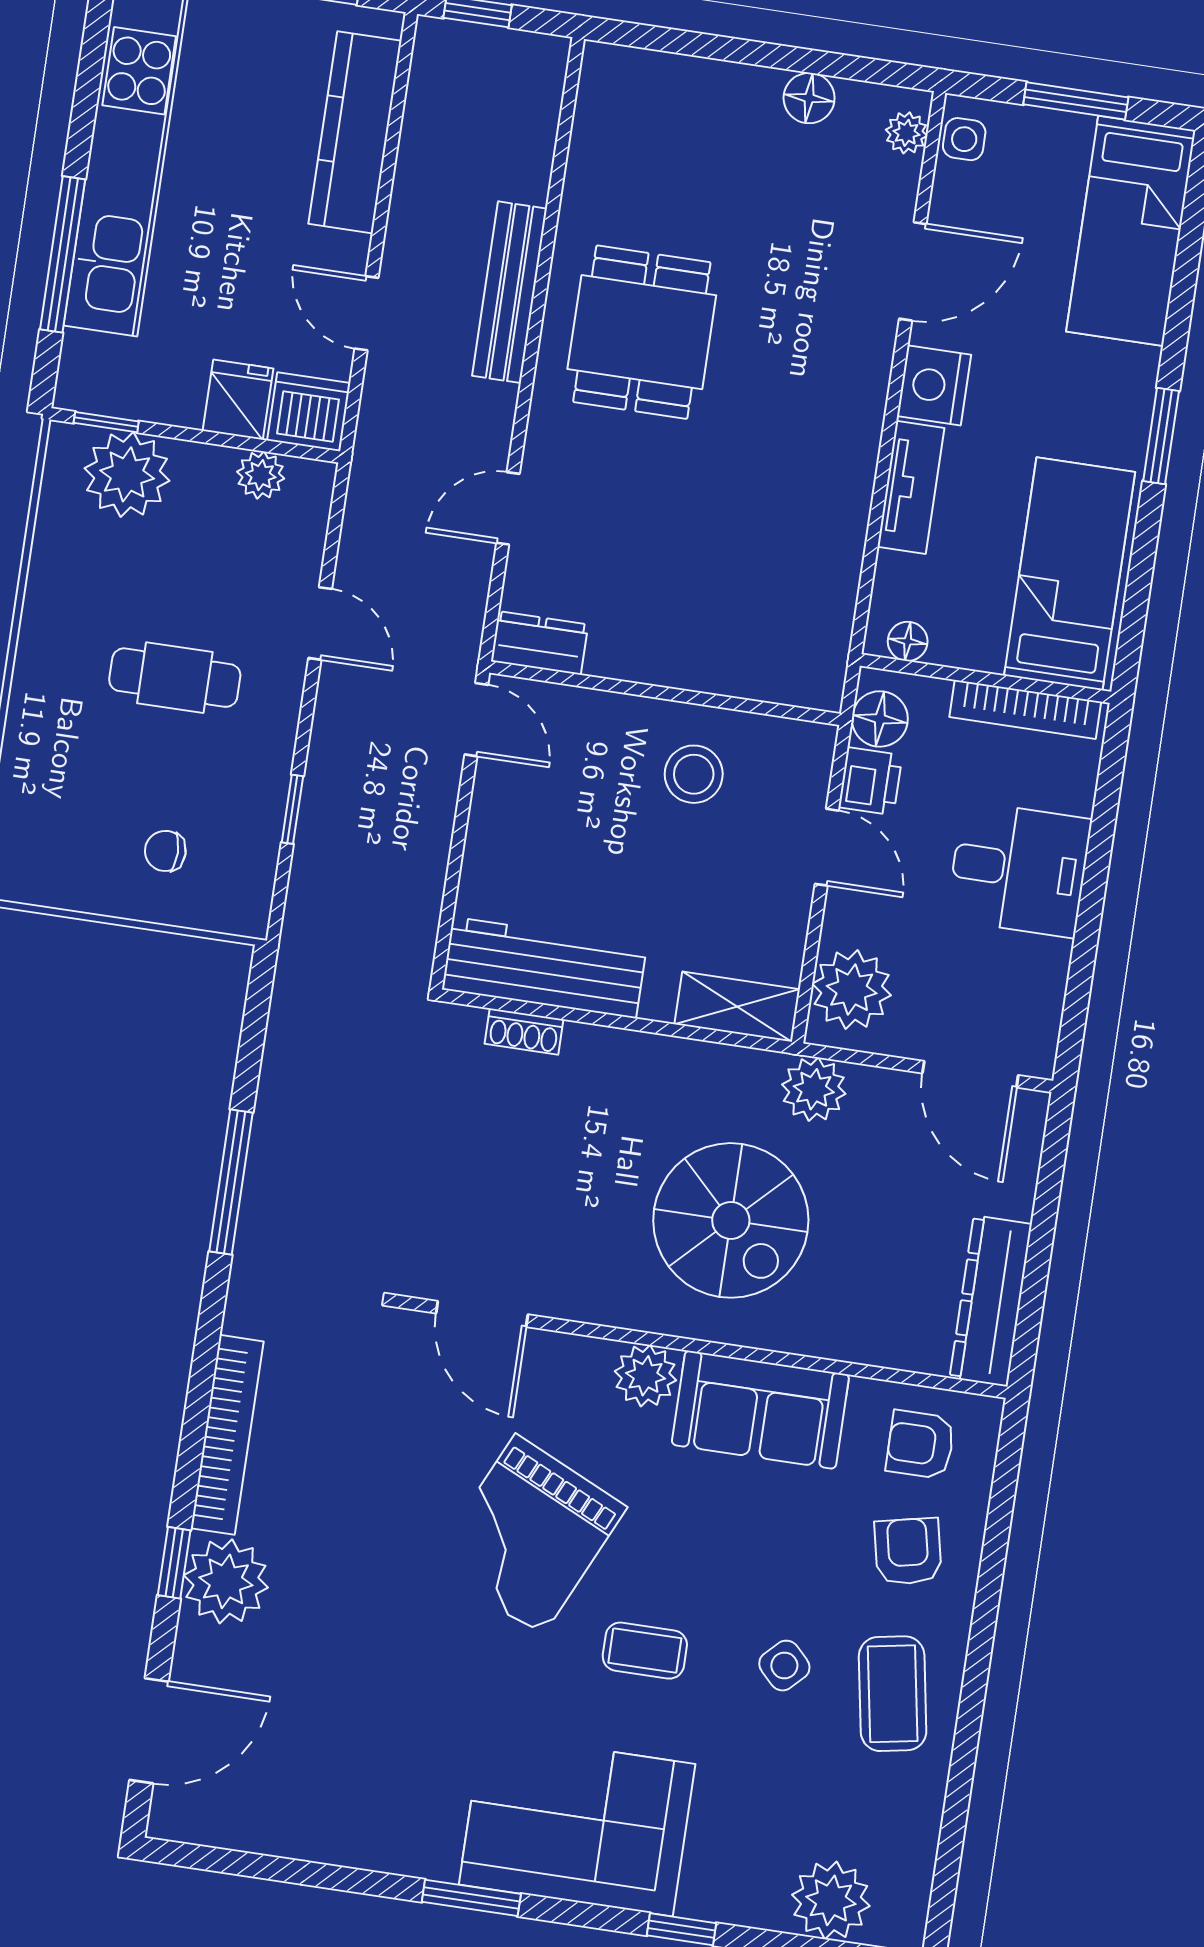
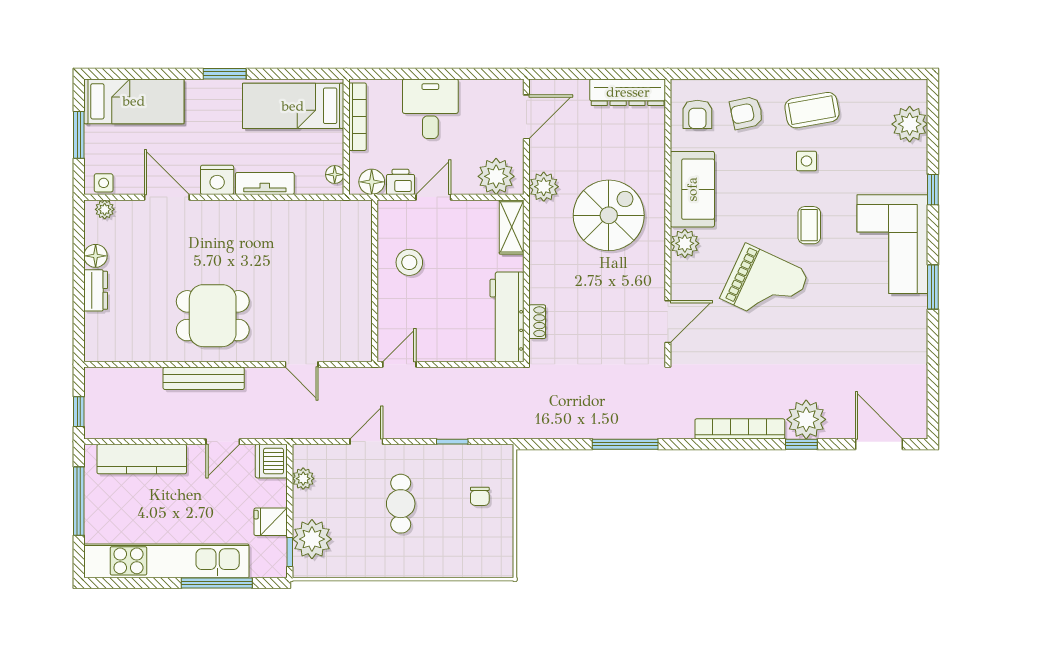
fridge: (238, 400) -> (271, 522), moved
dresser: (539, 643) -> (96, 290), moved, turned 180
side table: (784, 1666) -> (807, 161), turned 45

